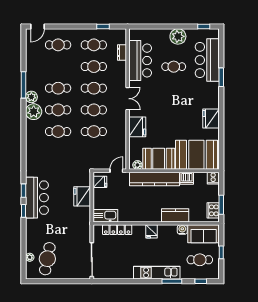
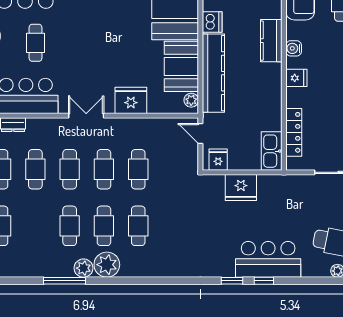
bar counter: (37, 198) -> (268, 259), moved
water cooler: (182, 230) -> (294, 48), moved

